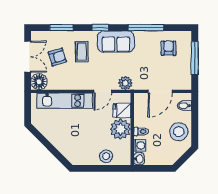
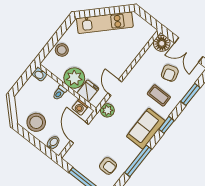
kitchen unit: (65, 101) -> (105, 23), moved, turned -135
washing machine: (140, 145) -> (80, 107), moved

